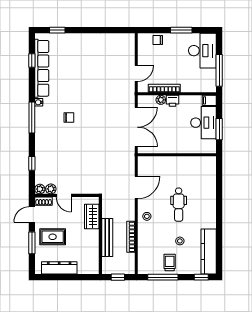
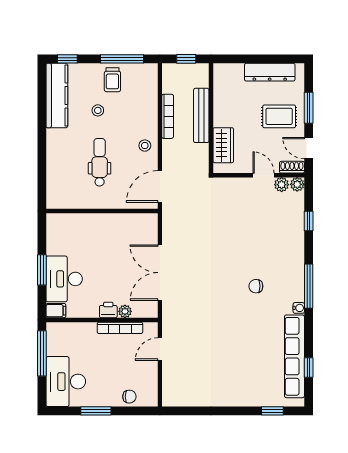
wall: (177, 155) -> (102, 211), moved
door: (32, 215) -> (309, 148), swing flipped

